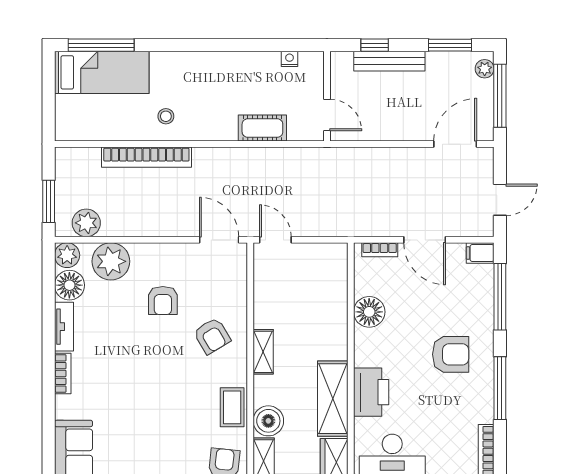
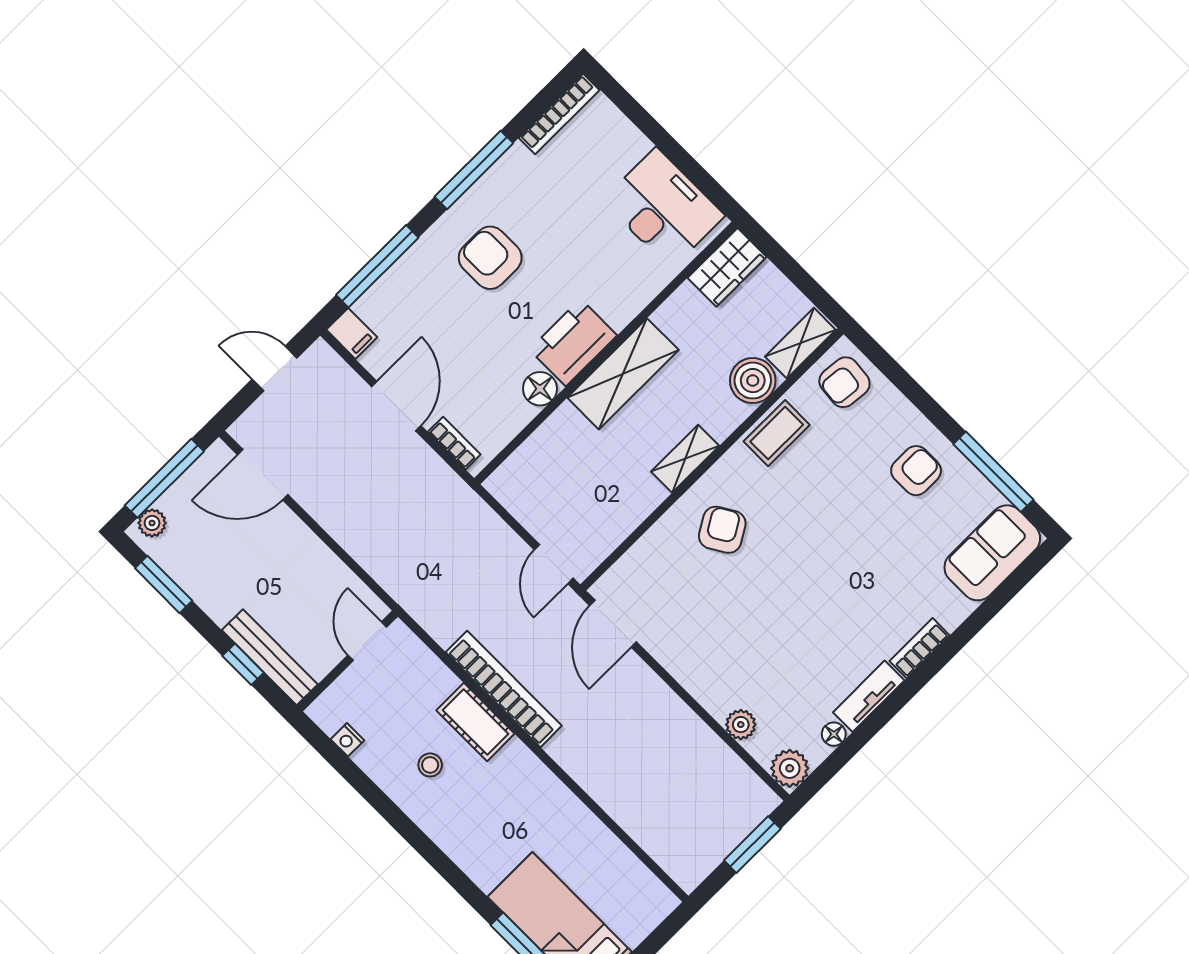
bench: (389, 61) -> (270, 657), moved
stool: (166, 116) -> (430, 765), moved
cot: (262, 128) -> (475, 722), moved
bookcase: (146, 157) -> (504, 689), moved
plant: (86, 223) -> (735, 782), removed
plant: (111, 261) -> (741, 725), width x0.53, depth x0.53
floor lamp: (69, 285) -> (834, 734), width x0.53, depth x0.53
armchair: (163, 301) -> (916, 471), moved
floor lamp: (369, 312) -> (540, 389), width x0.73, depth x0.73
printer: (371, 392) -> (573, 343), moved
shelving: (333, 399) -> (623, 374), moved

